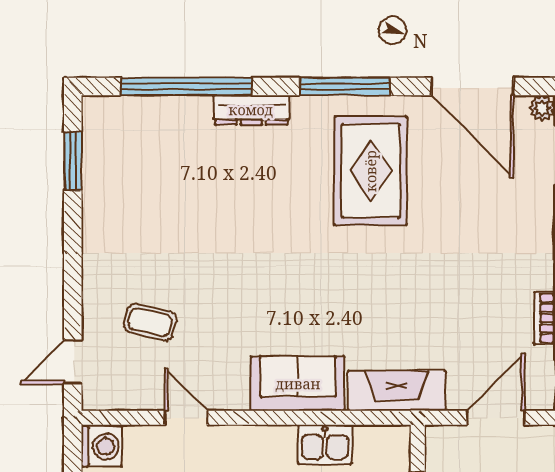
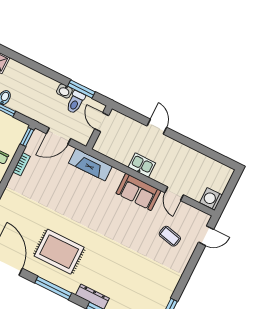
rug: (371, 171) -> (59, 252), turned 90
sofa: (298, 384) -> (138, 192), moved
kitchen sink: (325, 444) -> (142, 165), moved

